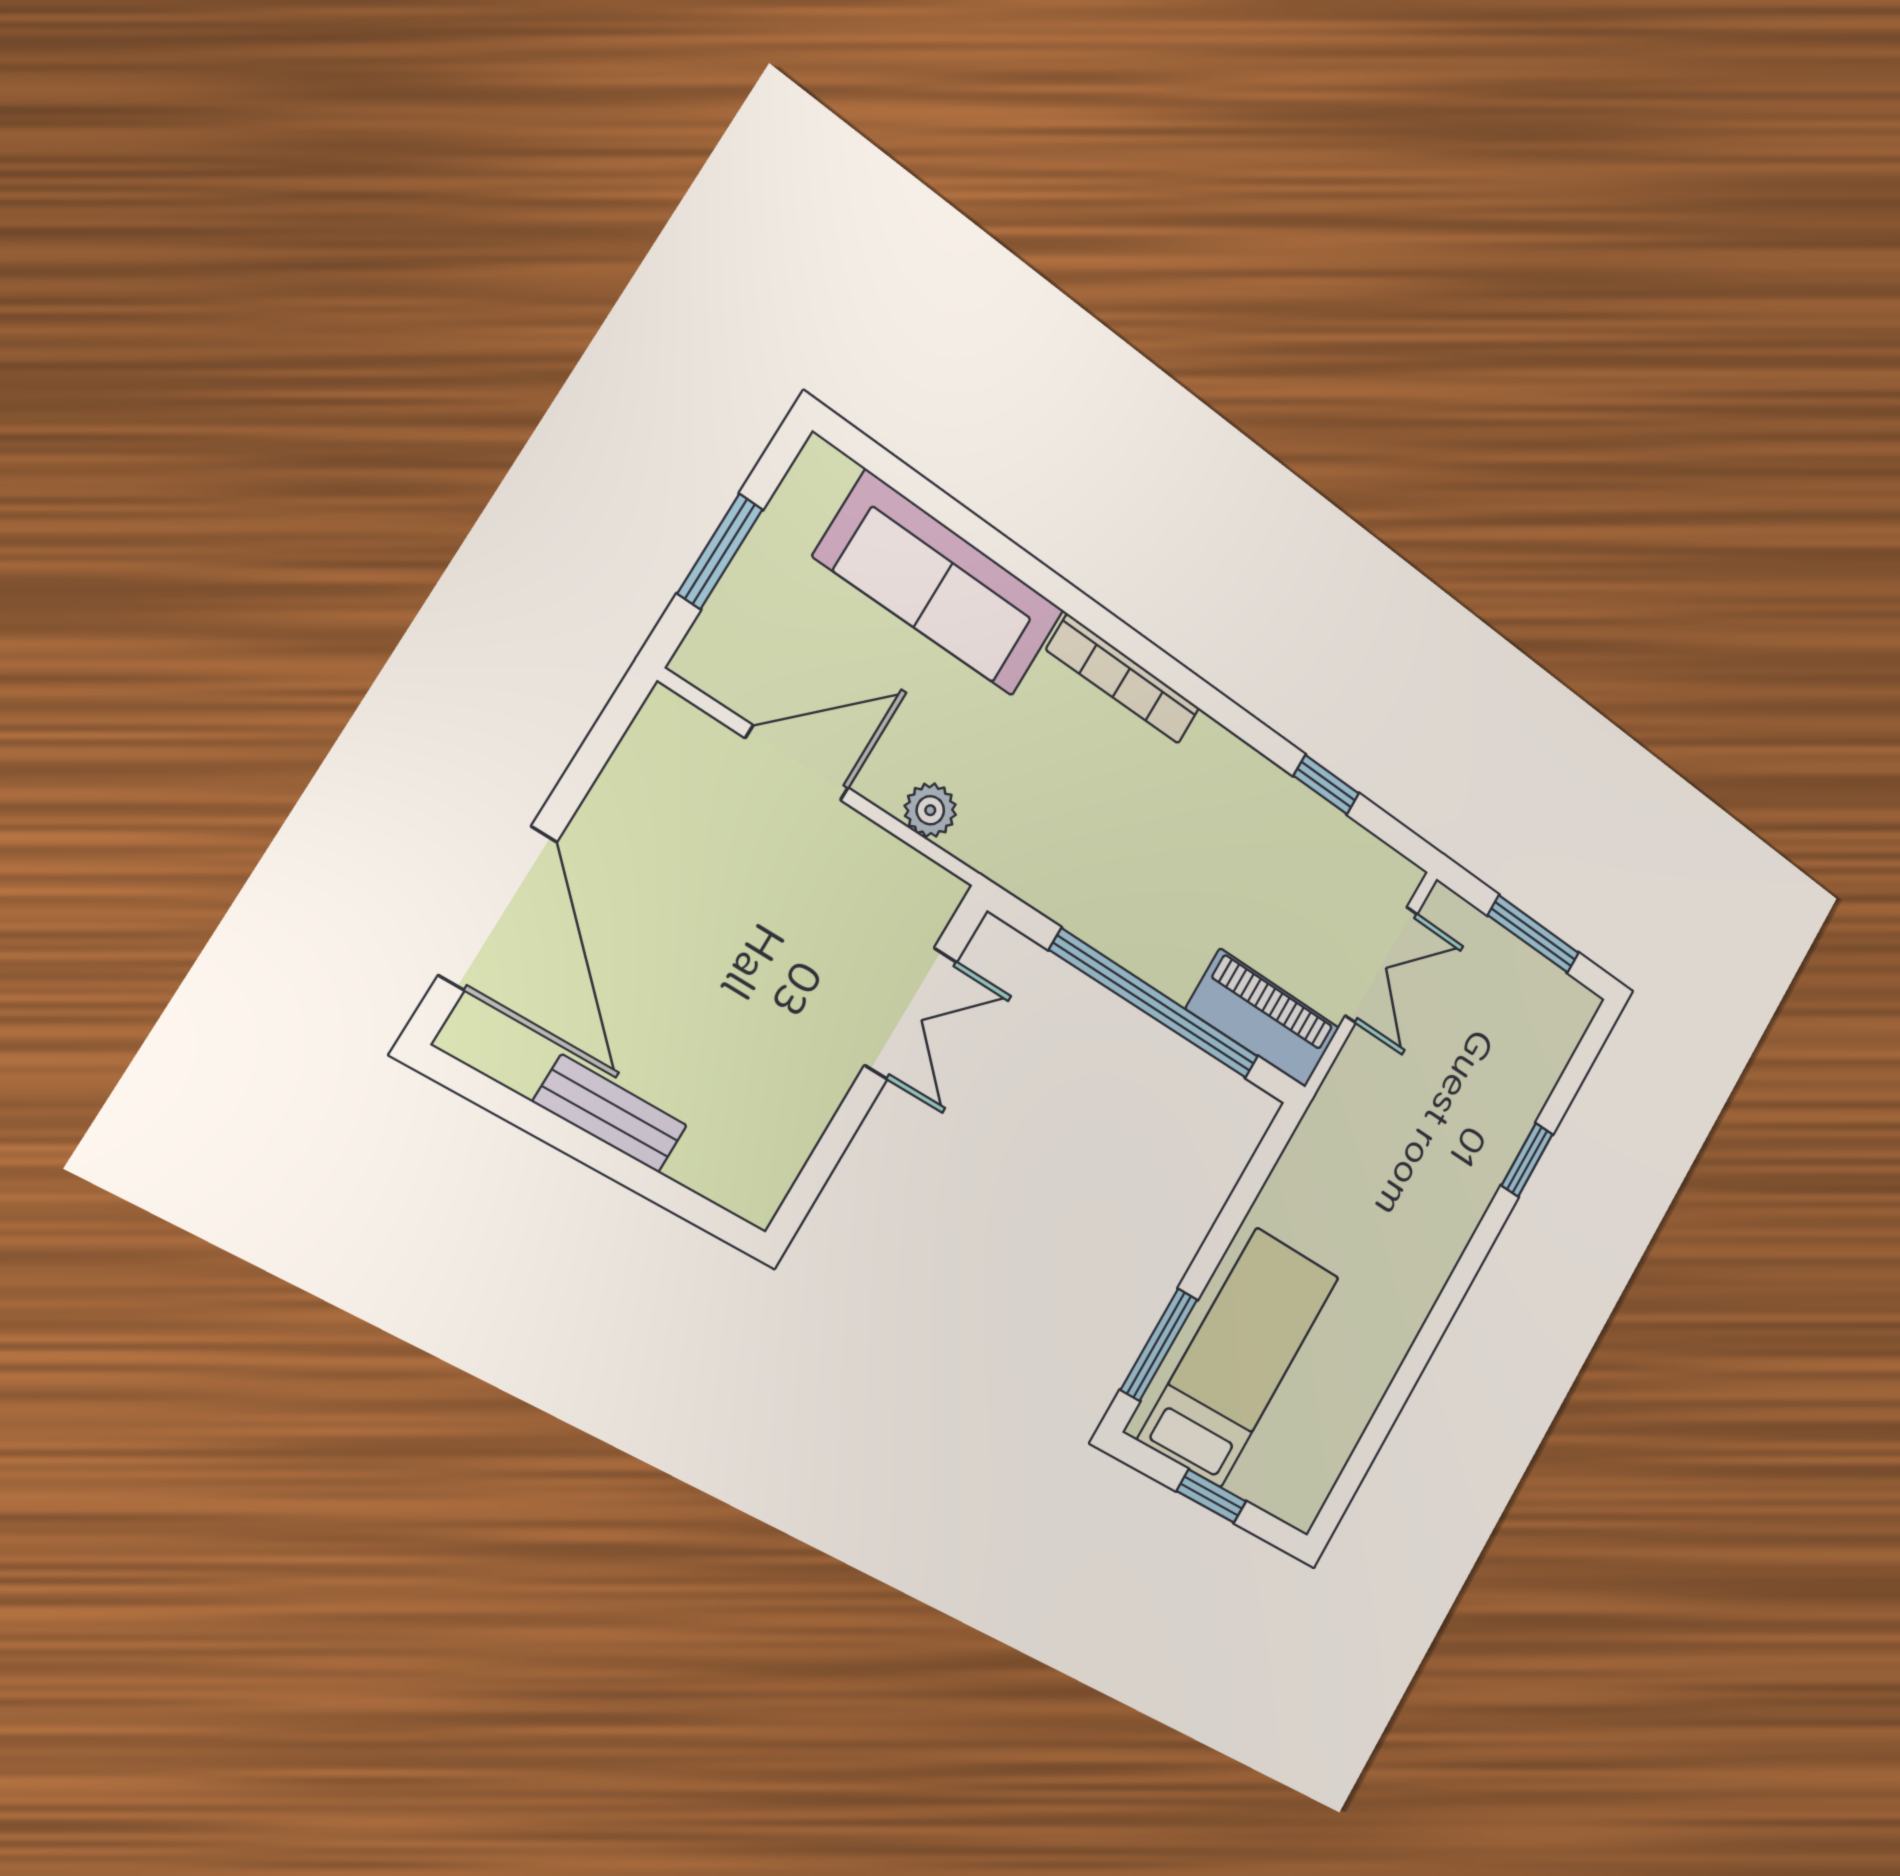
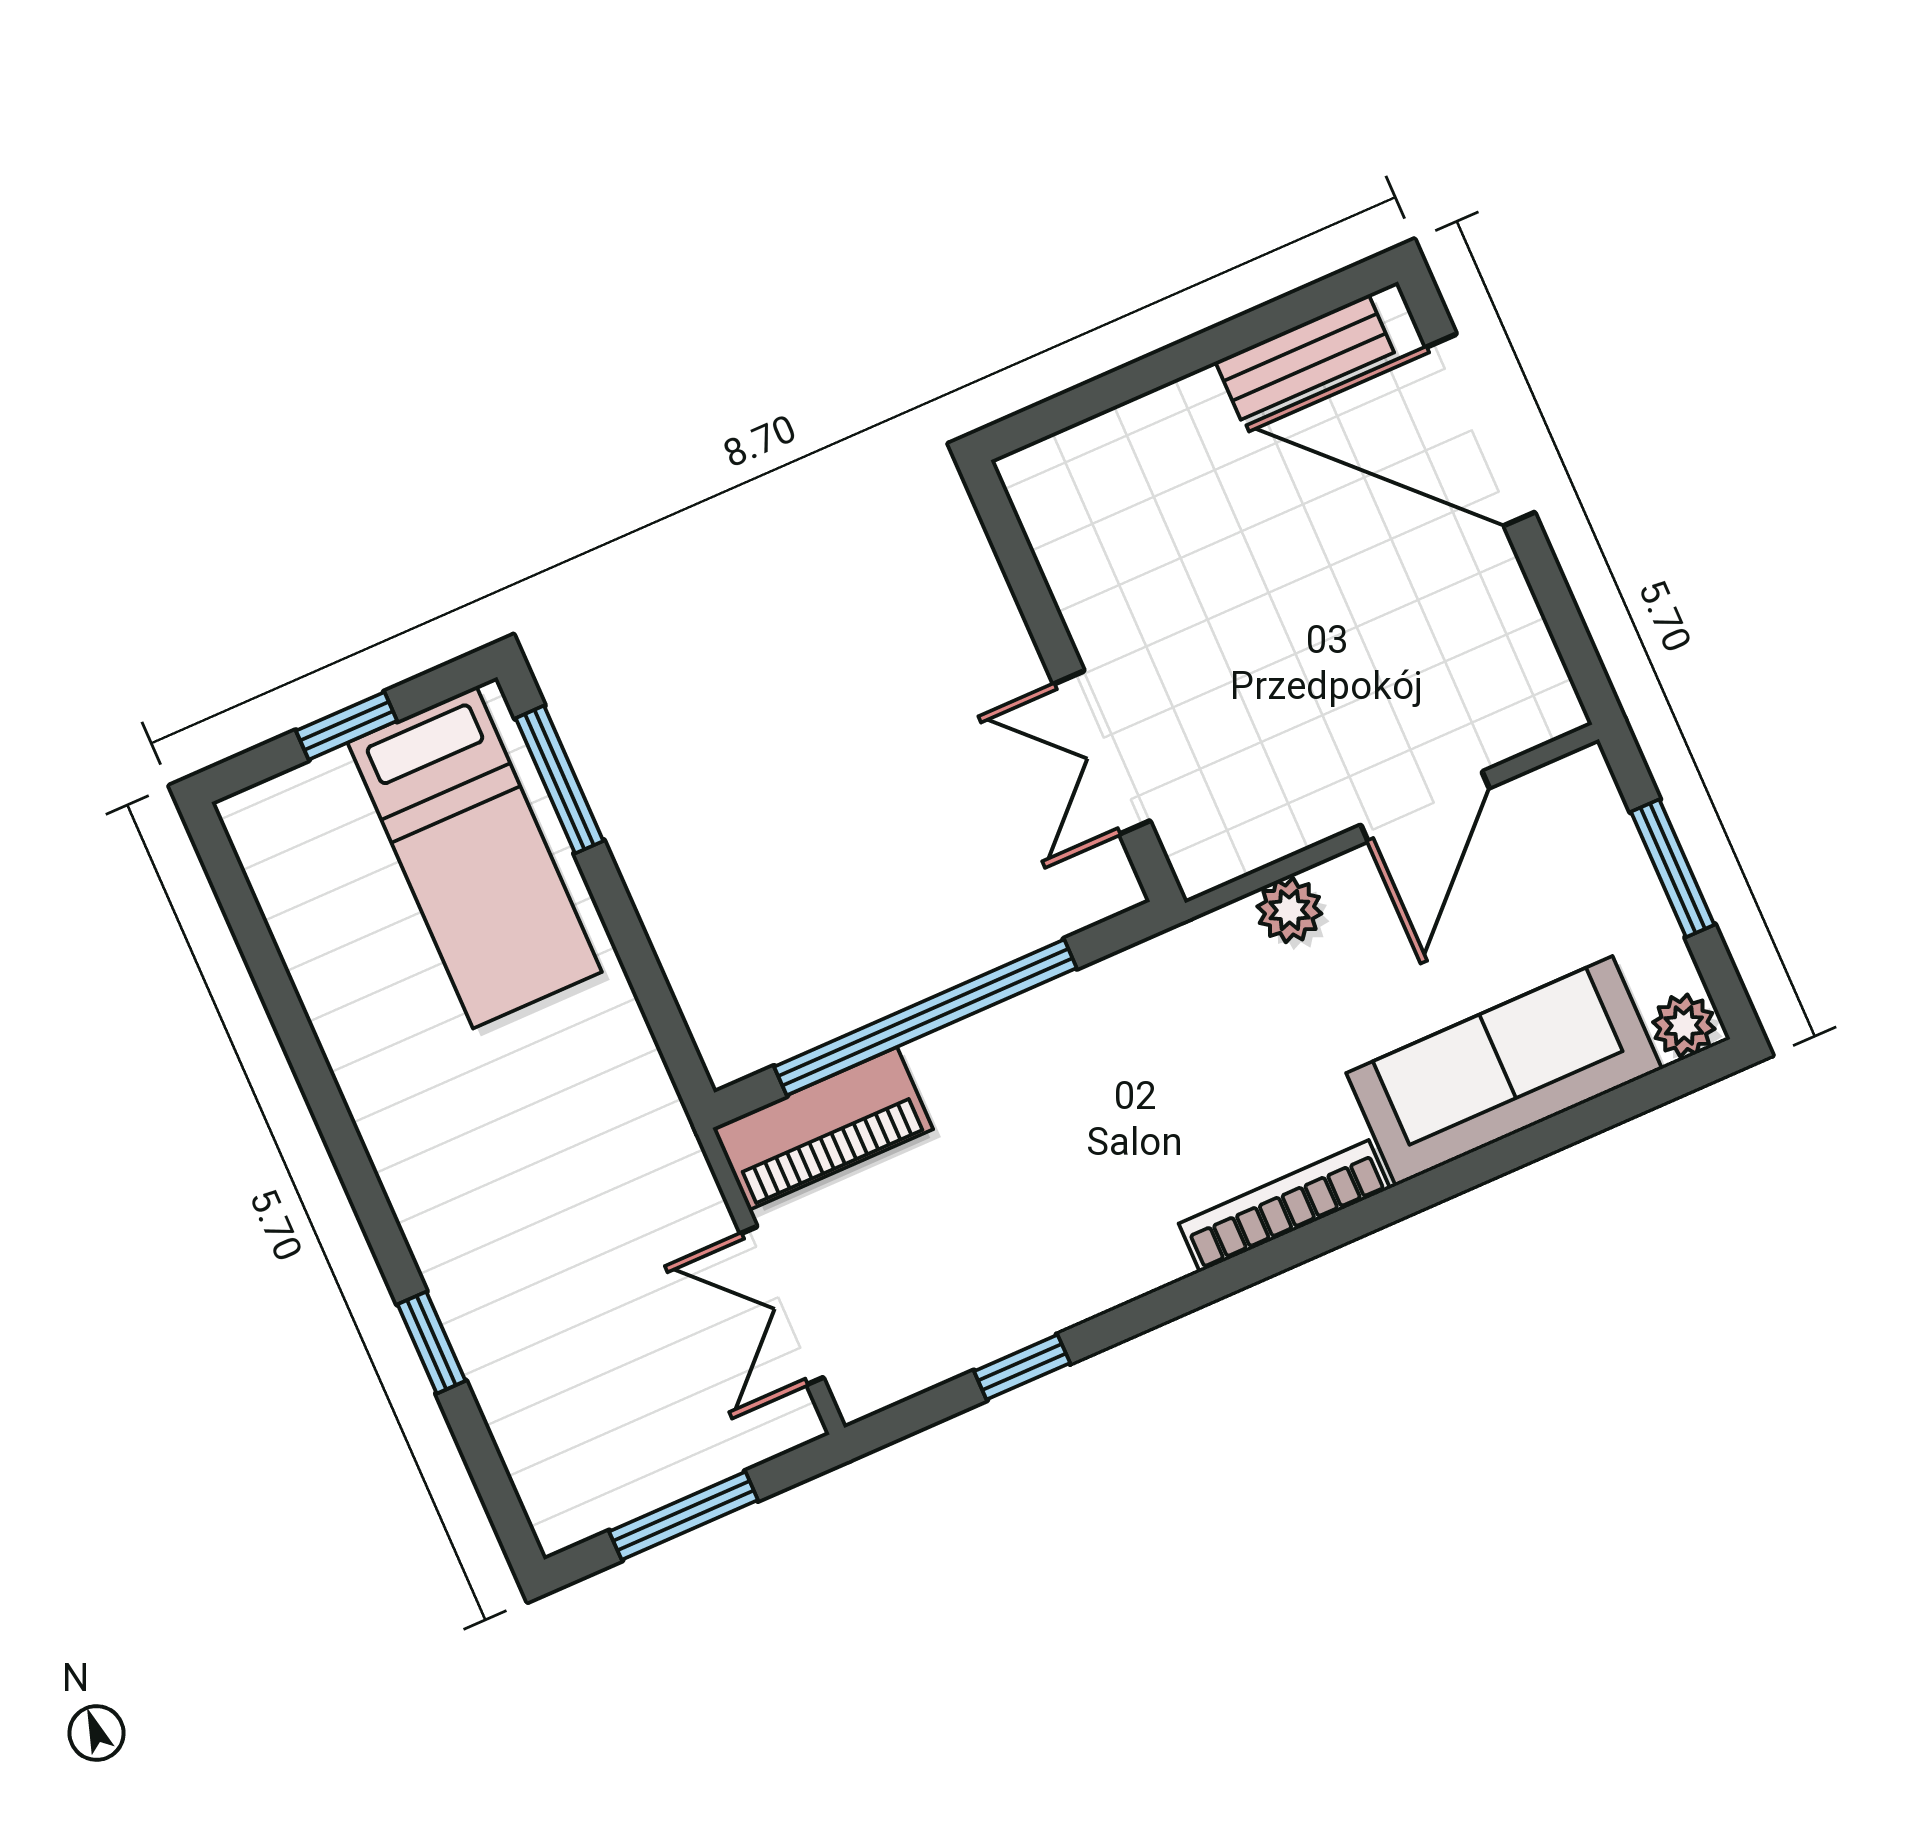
plant: (825, 471) -> (1684, 1025), added
bench: (610, 1114) -> (1305, 357), moved

